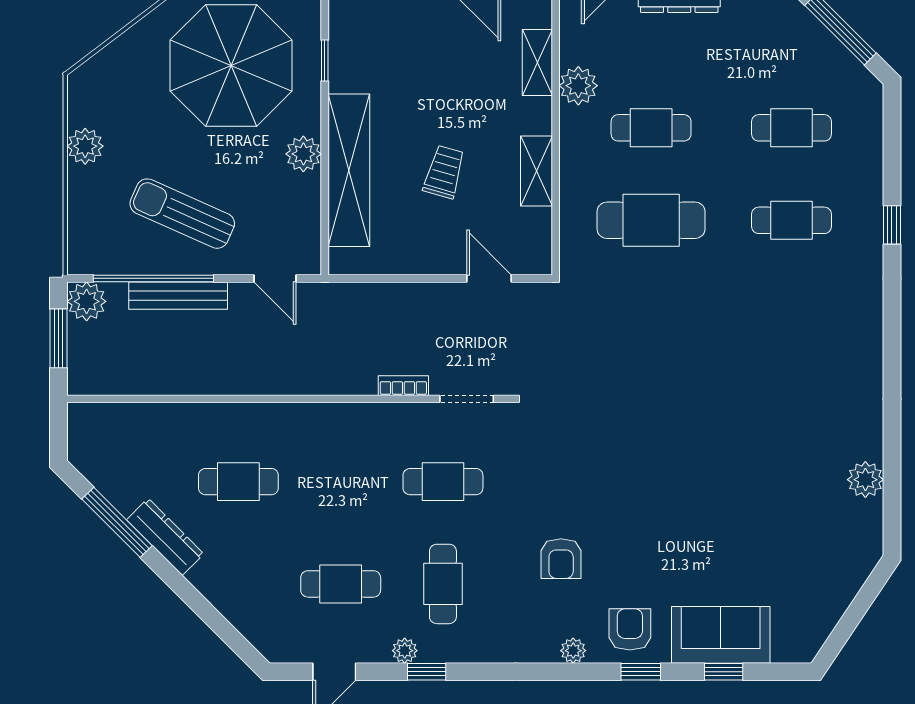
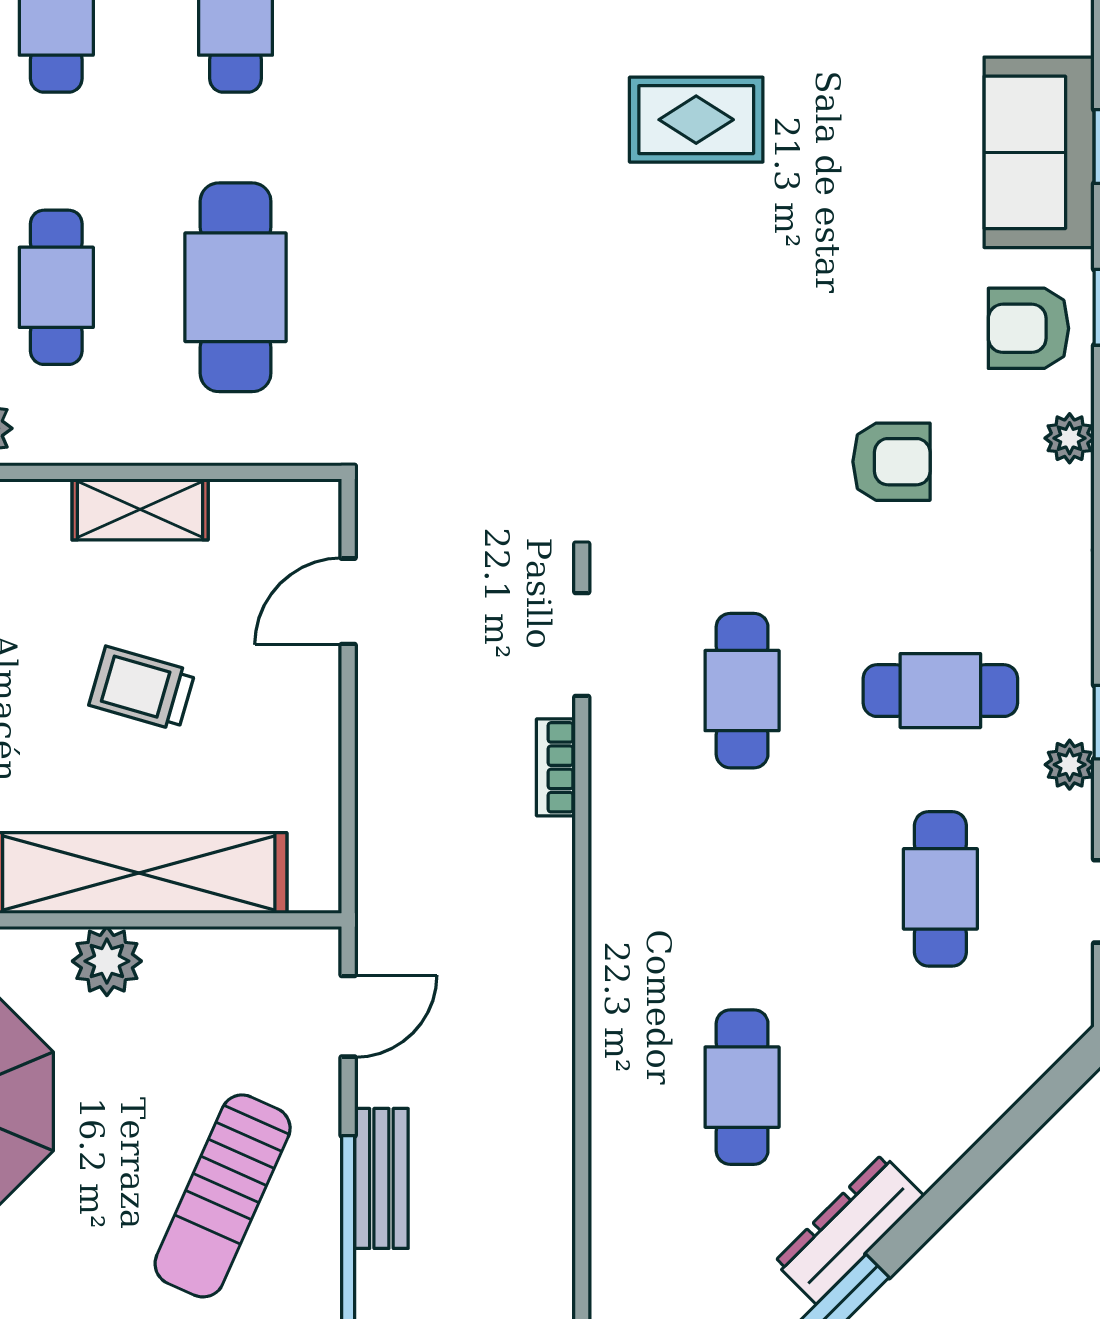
bench: (178, 296) -> (381, 1178), width x0.73
rug: (738, 458) -> (696, 120), added

